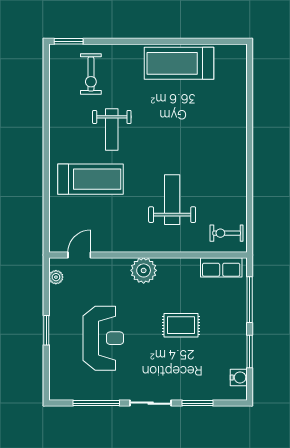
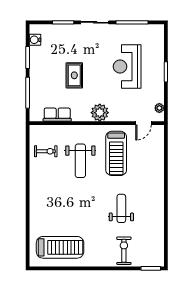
treadmill: (179, 63) -> (60, 247), moved
exercise bike: (91, 74) -> (124, 251), moved
treadmill: (91, 179) -> (116, 153), moved, turned -90
exercise bike: (227, 233) -> (46, 151), moved
row of seats: (221, 267) -> (57, 115), moved
rug: (181, 325) -> (74, 75), turned 90

